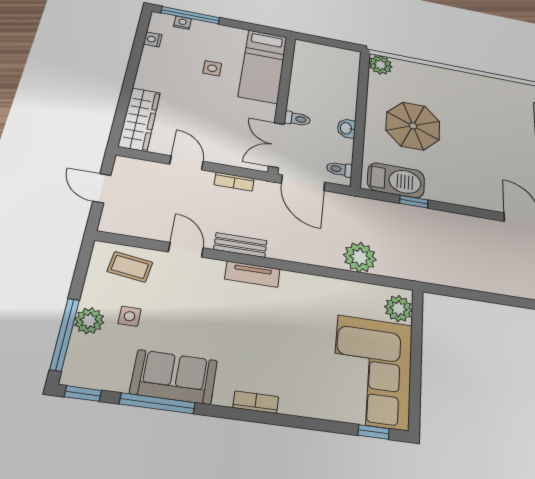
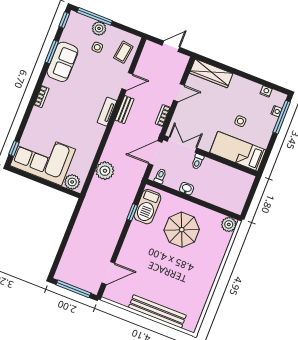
window: (157, 403) -> (52, 52), width x0.69

